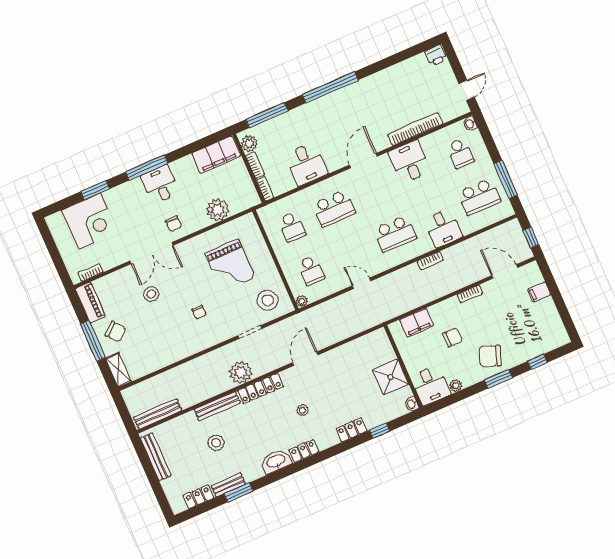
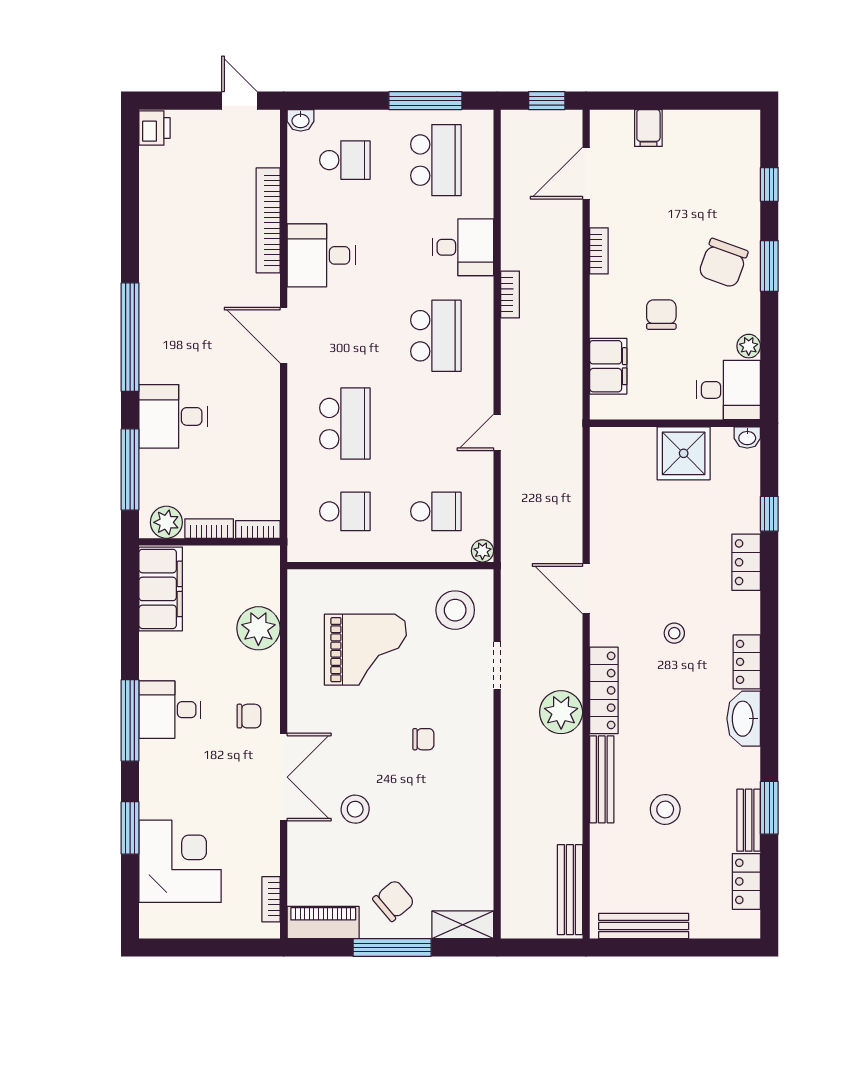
desk: (306, 164) -> (173, 416), moved, turned 180

